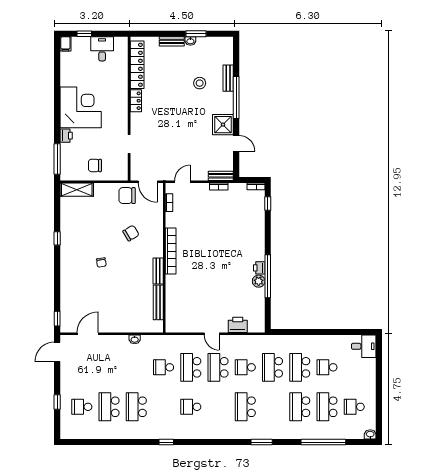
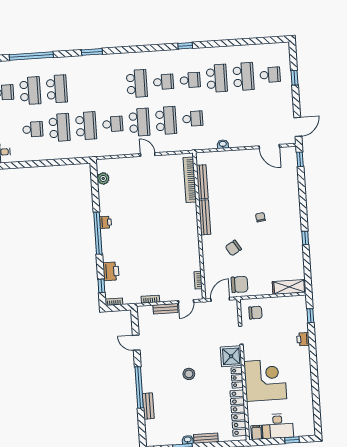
filing cabinet: (65, 44) -> (257, 432), moved
desk: (102, 49) -> (278, 426), width x1.37
stool: (200, 83) -> (189, 374), moved
corner desk: (81, 107) -> (265, 380), moved, turned 180
shower: (223, 125) -> (231, 356), moved
window: (57, 159) -> (310, 316), width x0.46
chair: (95, 165) -> (255, 313), moved
bench: (221, 176) -> (165, 309), moved
door: (148, 182) -> (220, 299), hinge flipped
bookcase: (171, 251) -> (190, 180), moved
bench: (158, 271) -> (205, 217), width x1.36
window: (268, 276) -> (98, 233), moved
plant: (259, 281) -> (103, 178), moved
printer: (238, 325) -> (111, 271), moved, turned -90
door: (88, 334) -> (269, 147), hinge flipped
school desk: (164, 407) -> (190, 80), added
school desk: (245, 407) -> (137, 84), moved

